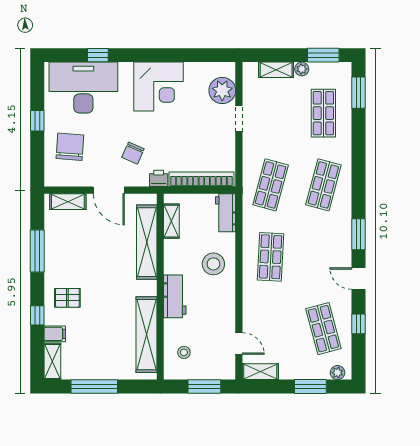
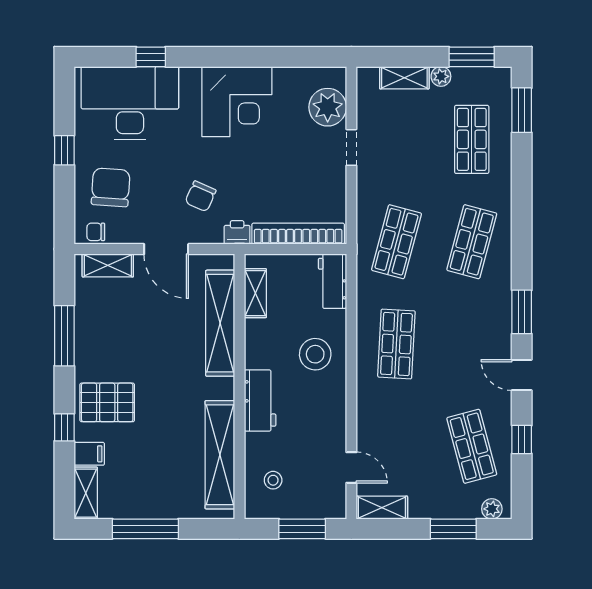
chair: (59, 178) -> (96, 232), added
pallet: (67, 298) -> (107, 402), width x1.50, depth x1.42

